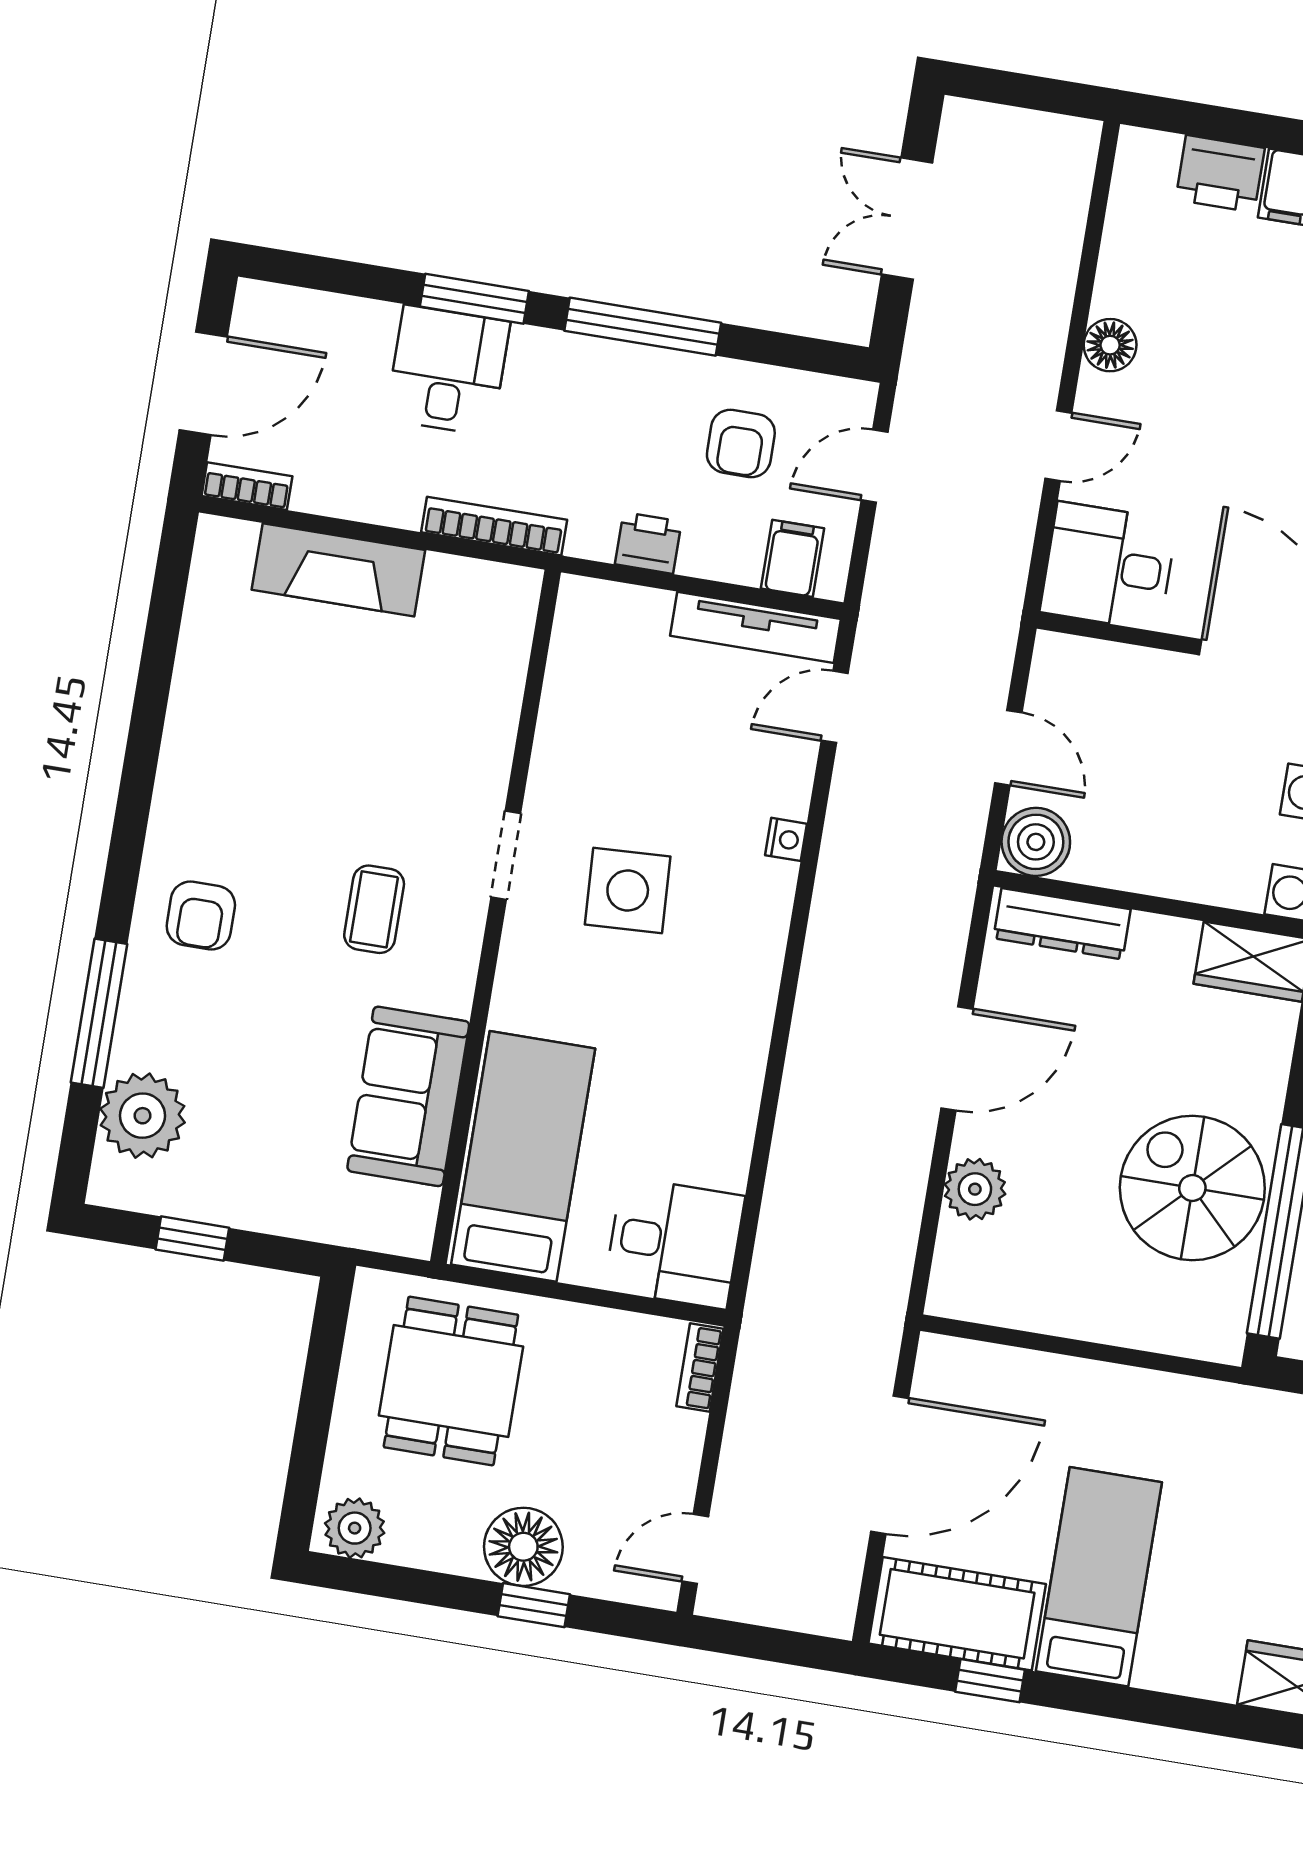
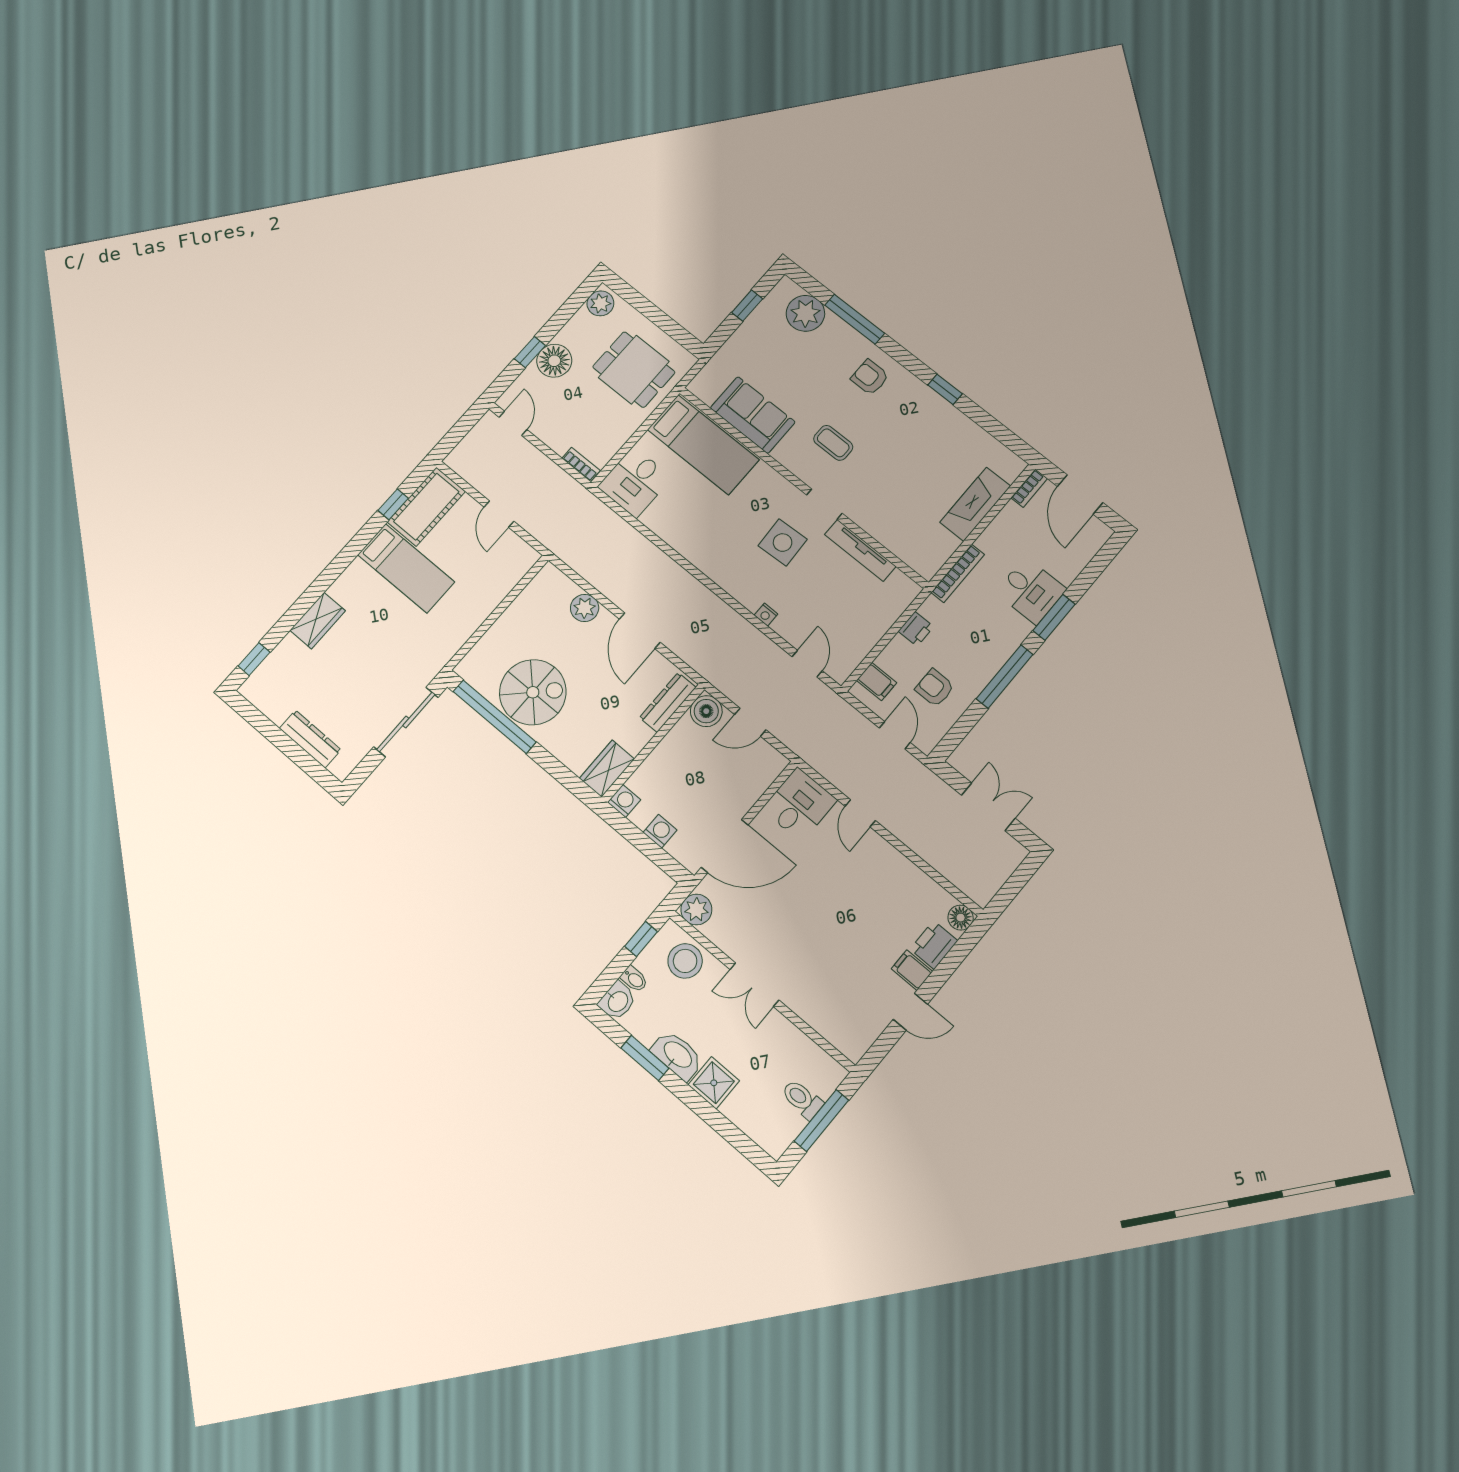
floor lamp: (1110, 345) -> (961, 918), moved
tv unit: (755, 627) -> (860, 550), moved, turned -90
window: (141, 757) -> (945, 389), added
door: (890, 1465) -> (499, 514), width x0.53

